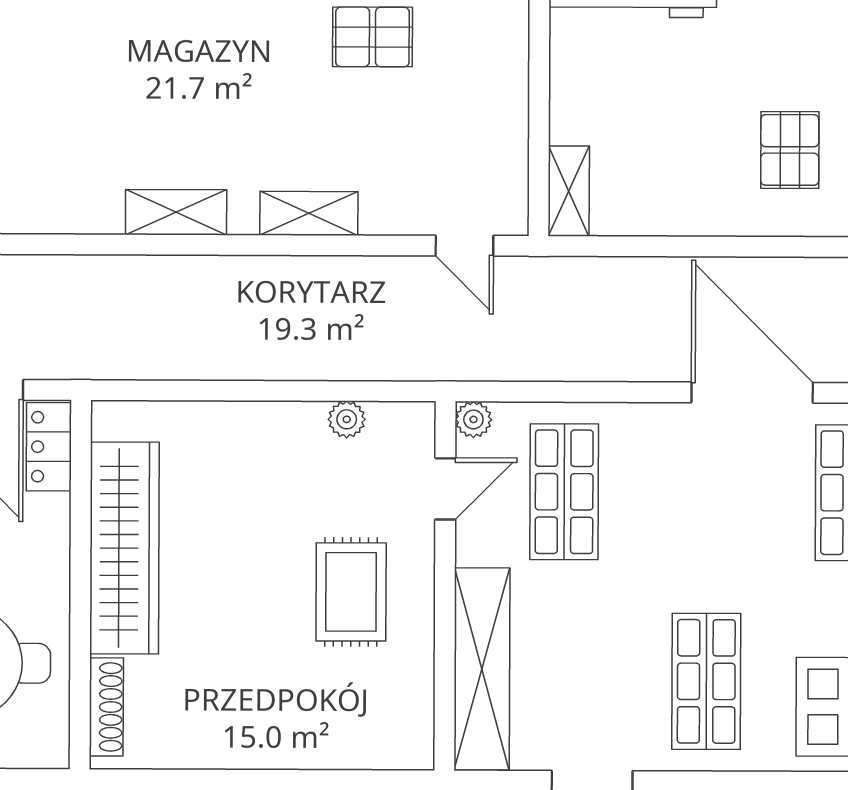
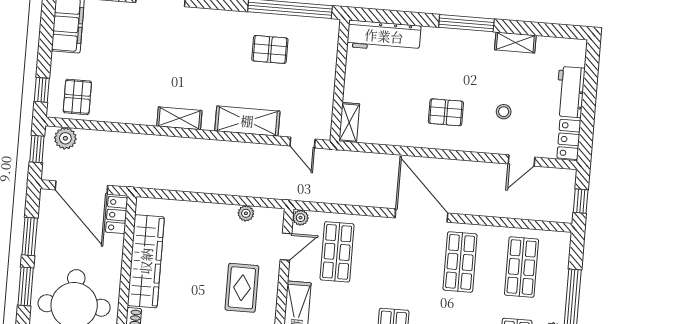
pallet: (790, 150) -> (446, 112), turned 90
shelving: (309, 213) -> (247, 121), width x1.50, depth x1.33

